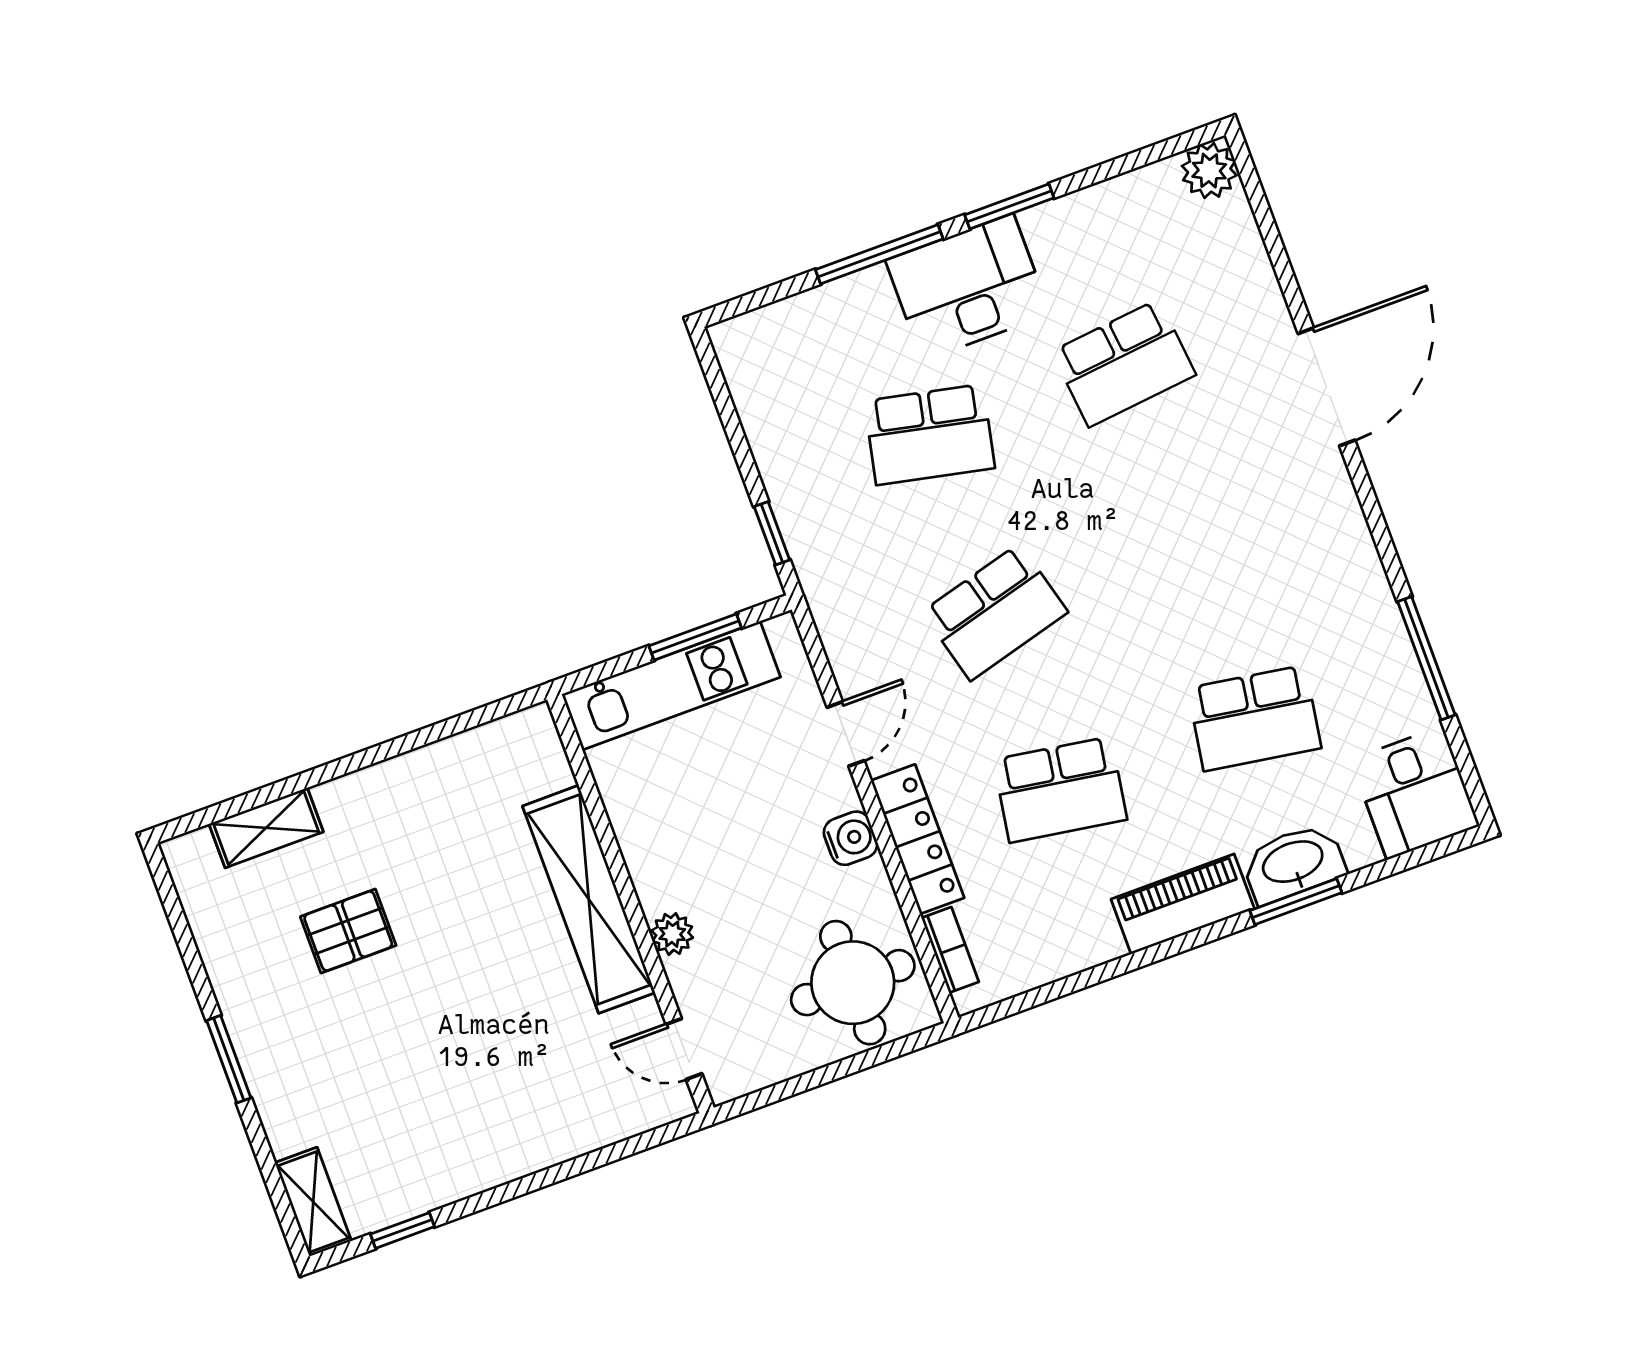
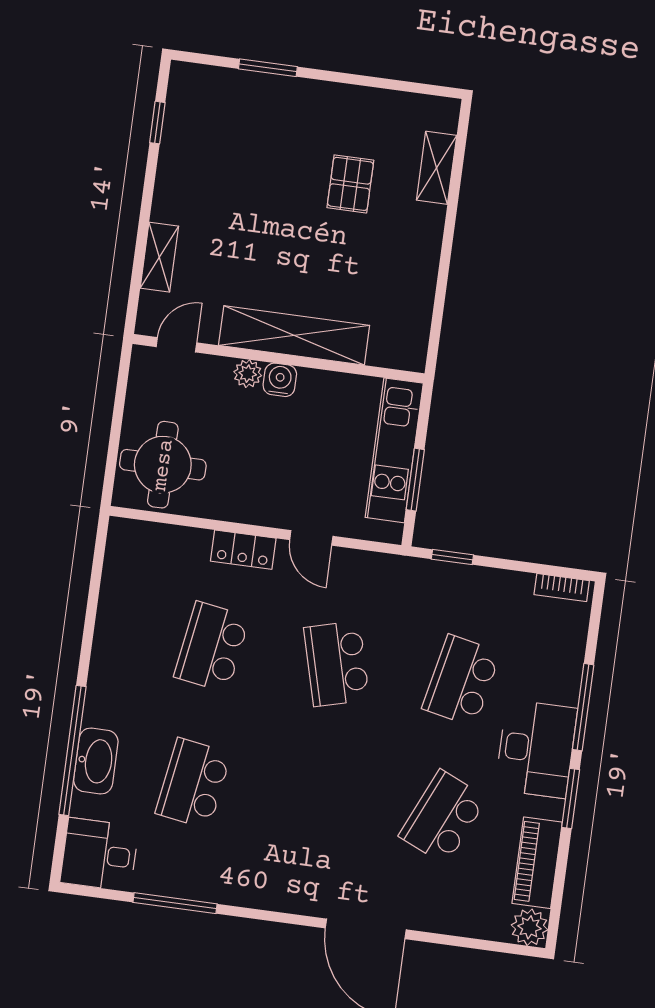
school desk: (1124, 363) -> (443, 817), turned 30
water cooler: (851, 838) -> (280, 380), moved, turned 180
locker: (918, 839) -> (243, 550), width x0.66
window: (1296, 902) -> (72, 751), width x2.11
piano: (1183, 904) -> (537, 863), moved, turned 180
bookcase: (950, 950) -> (562, 588), moved
window: (229, 1059) -> (268, 68), moved
shelving: (313, 1202) -> (159, 257), moved, turned 90

